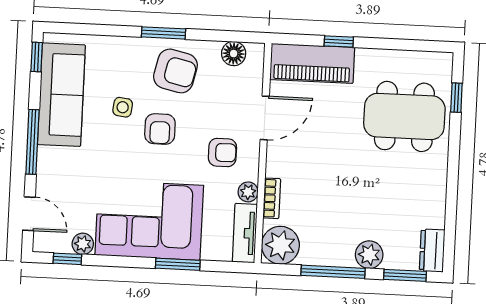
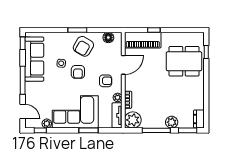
armchair: (175, 71) -> (83, 46), turned 107

